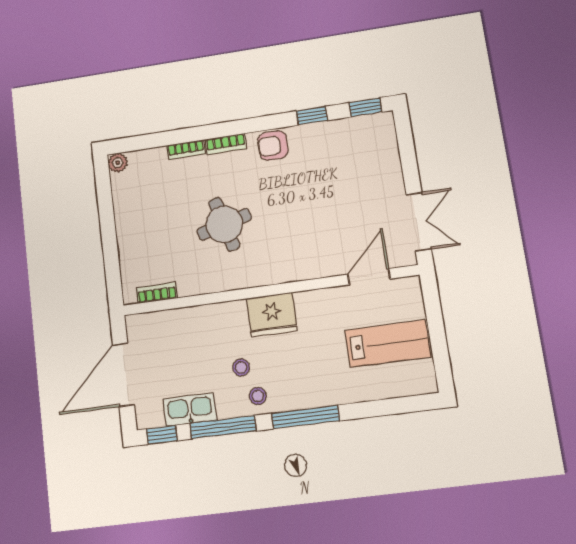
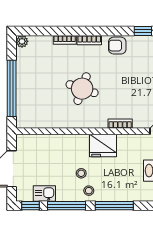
round table: (224, 224) -> (82, 89), turned 34
window: (109, 241) -> (12, 88), added
bookcase: (157, 293) -> (120, 124), moved
kitchen sink: (190, 410) -> (44, 193), width x0.73

